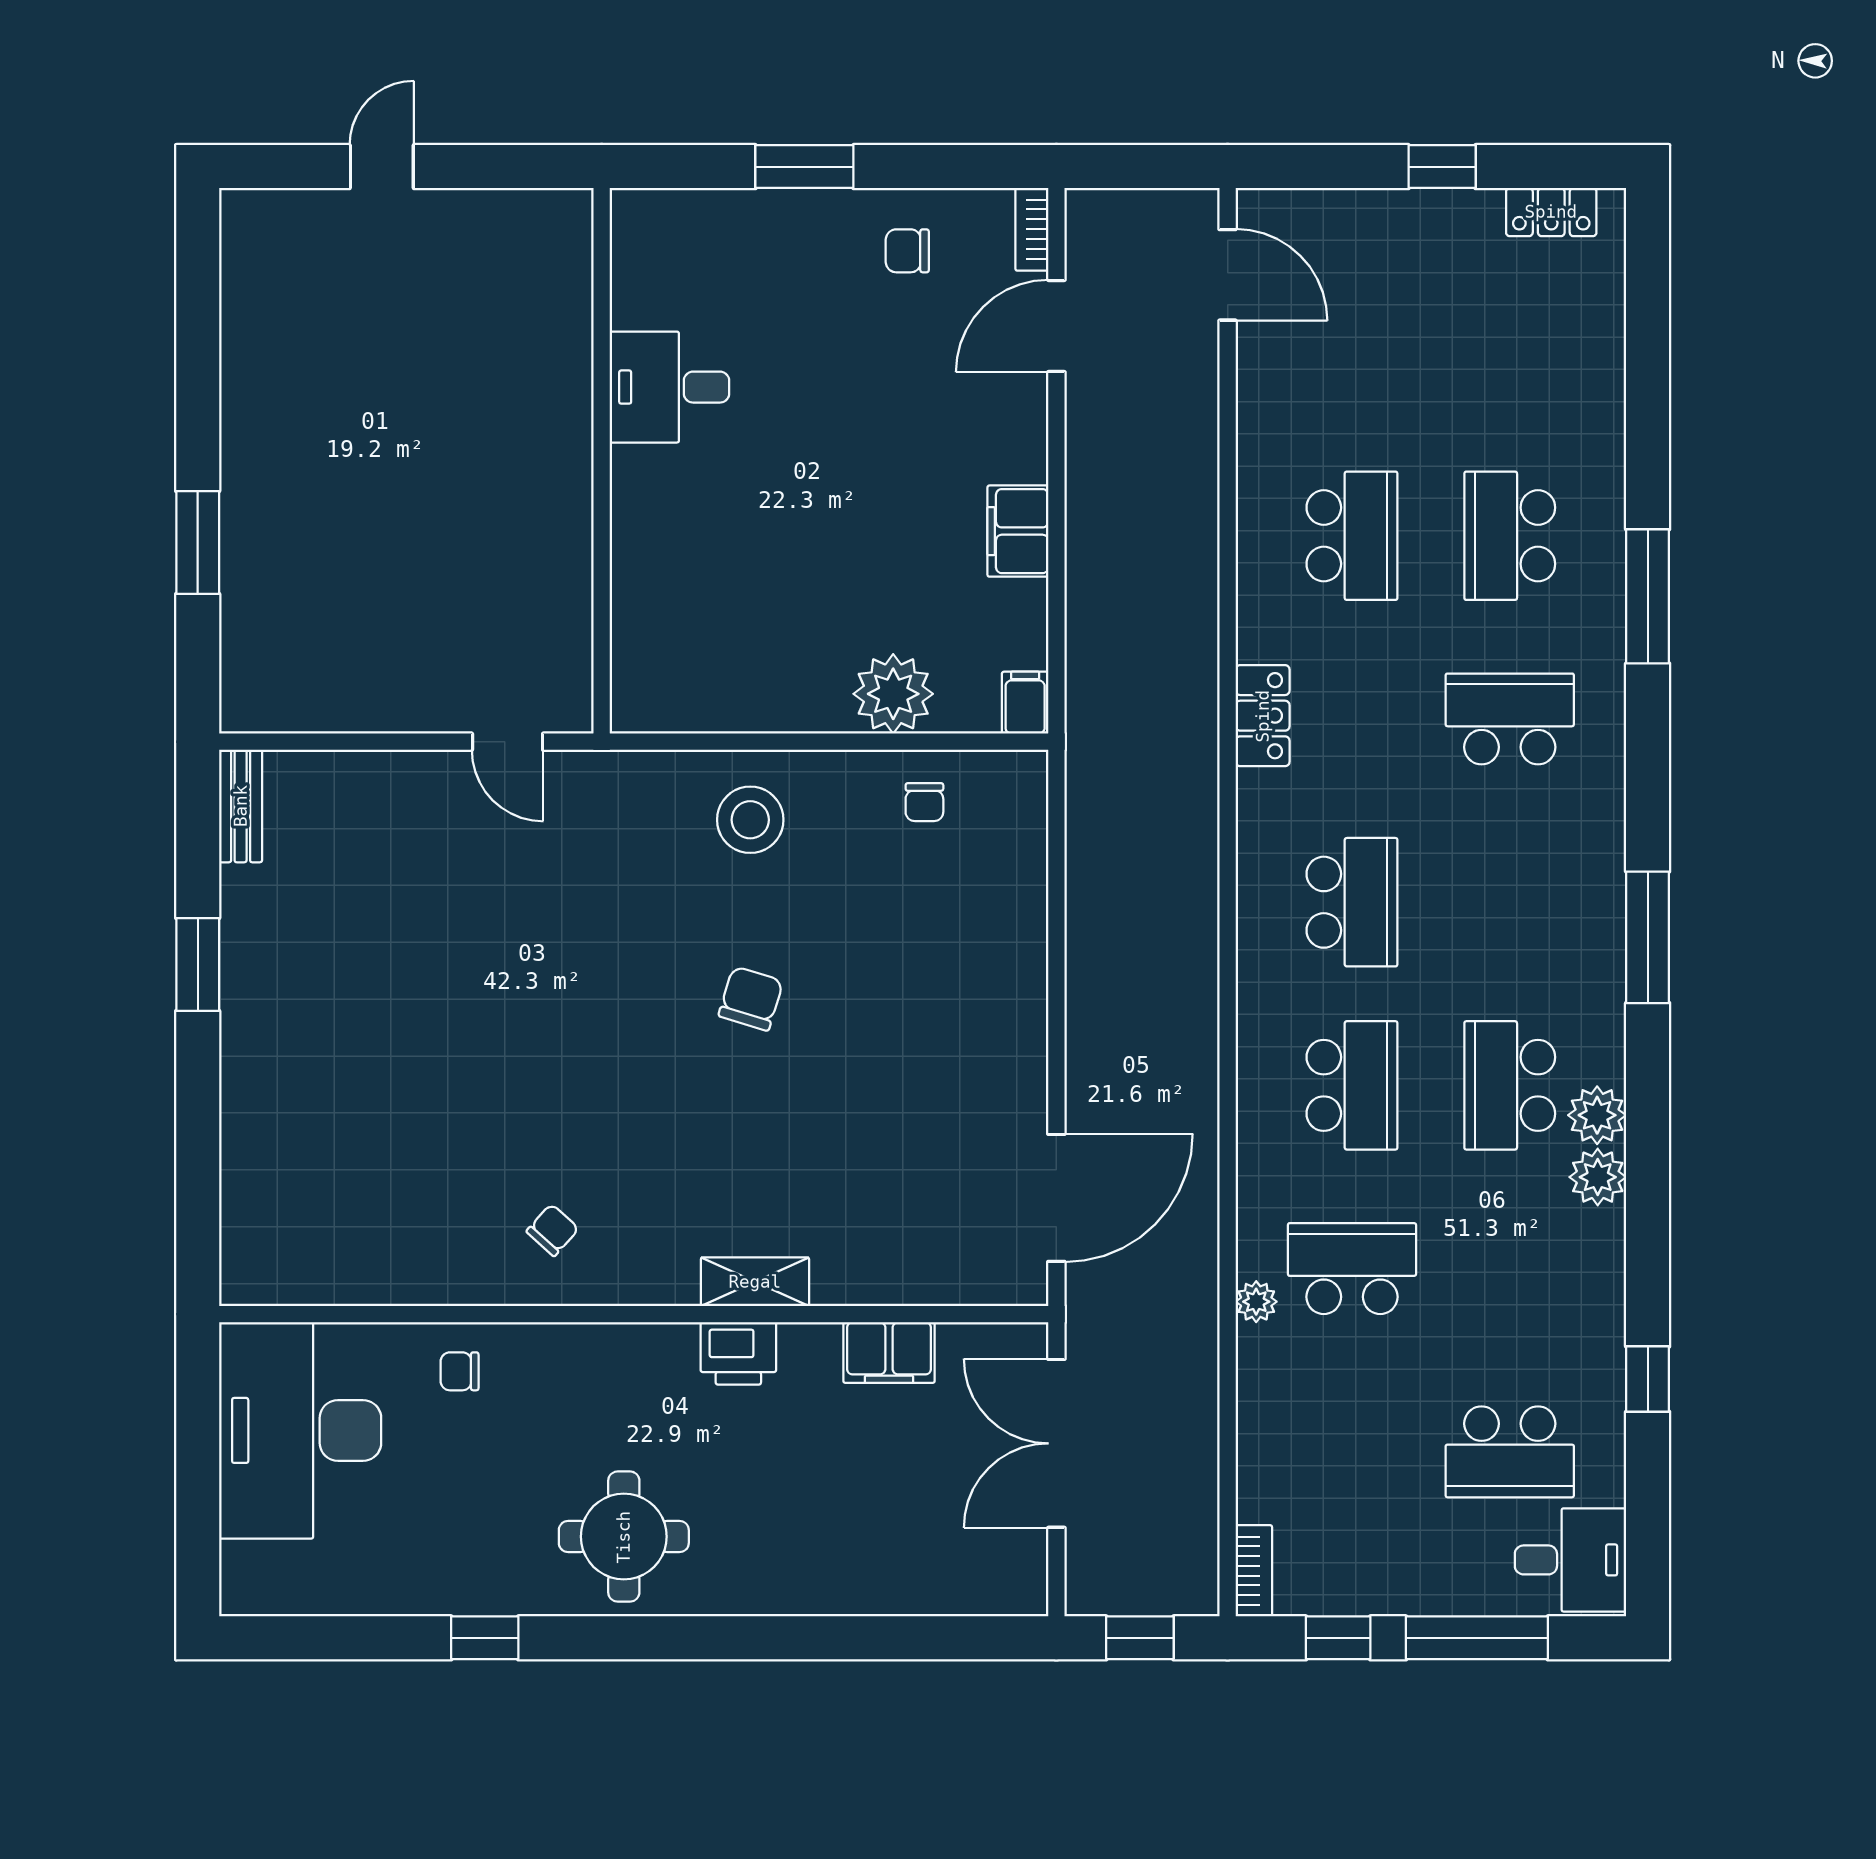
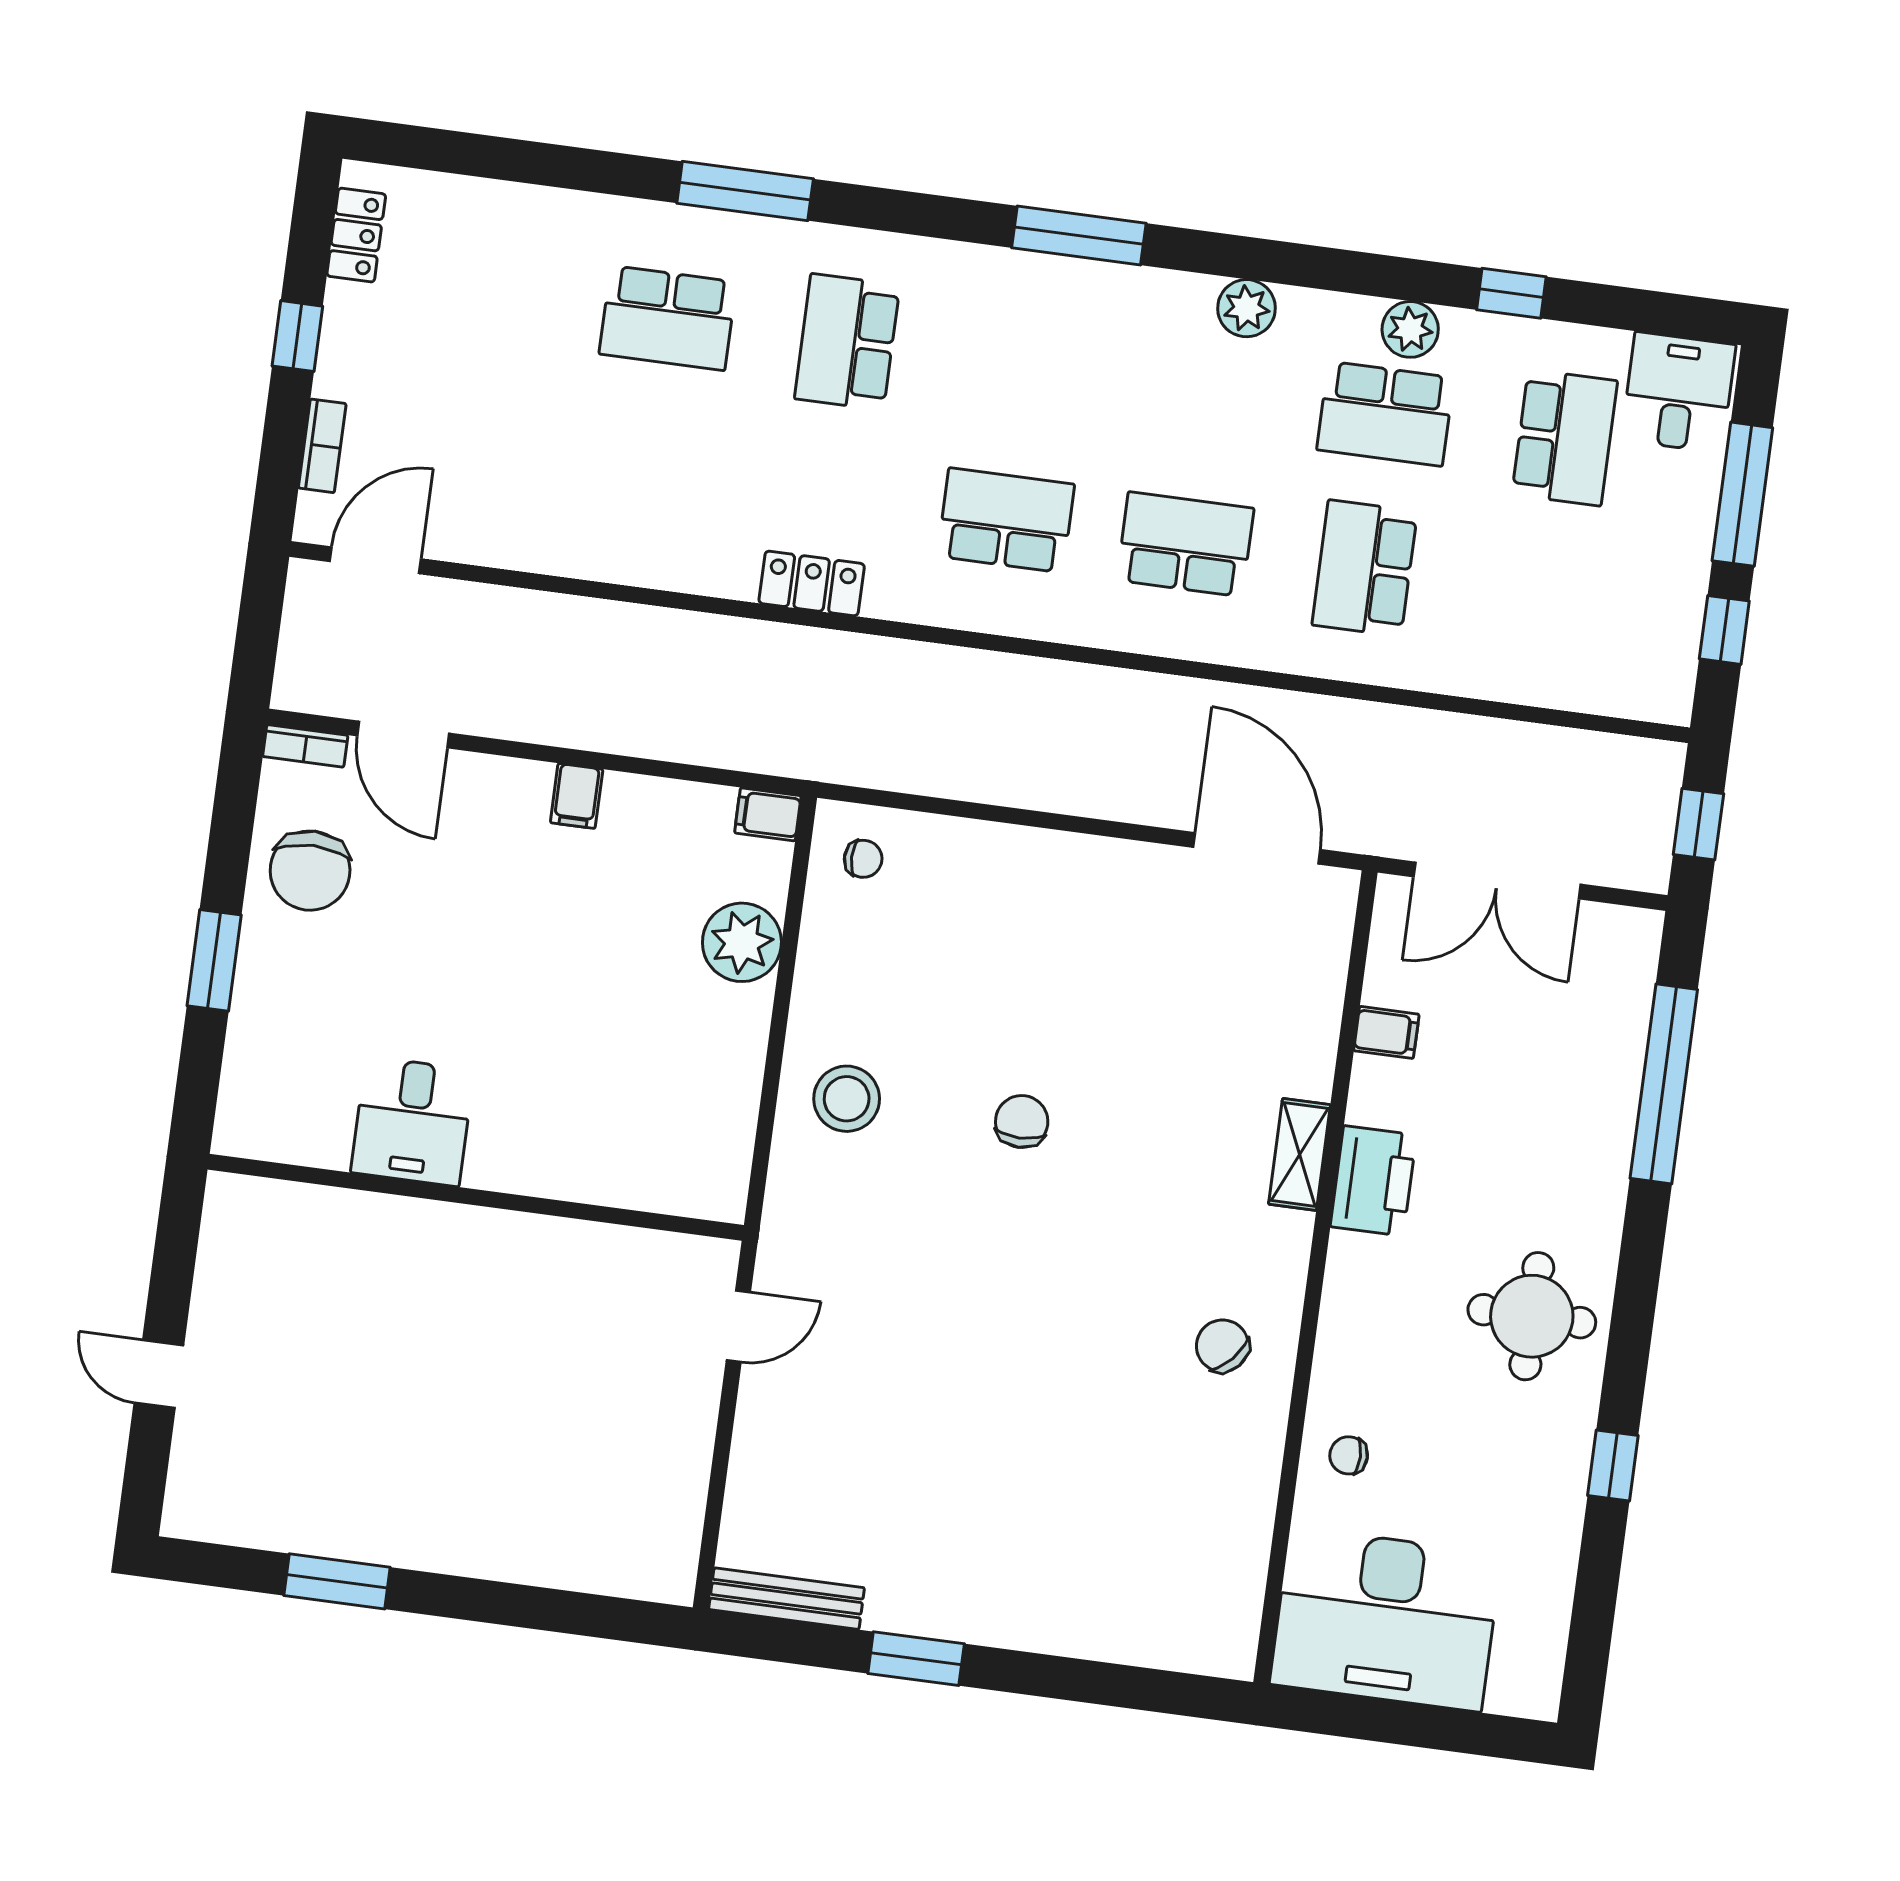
chair: (907, 251) -> (310, 871), width x1.87, depth x1.87
filing cabinet: (1018, 531) -> (577, 796), width x0.50
school desk: (1352, 536) -> (647, 472), removed
window: (198, 543) -> (337, 1581), moved
chair: (924, 802) -> (863, 859), moved
bench: (241, 806) -> (787, 1599), width x1.36
chair: (751, 998) -> (1022, 1122), turned 73
school desk: (1510, 1085) -> (1385, 414), moved
plant: (1598, 1177) -> (1410, 329), moved
chair: (553, 1230) -> (1222, 1346), width x1.37, depth x1.37
plant: (1256, 1302) -> (1384, 666), removed
printer: (738, 1353) -> (1373, 1181), width x1.37, depth x1.19
filing cabinet: (889, 1353) -> (1386, 1032), width x0.50
chair: (460, 1371) -> (1349, 1455), turned 90
bookcase: (1254, 1571) -> (322, 446), moved, turned 90
window: (875, 1638) -> (1664, 1084), added

